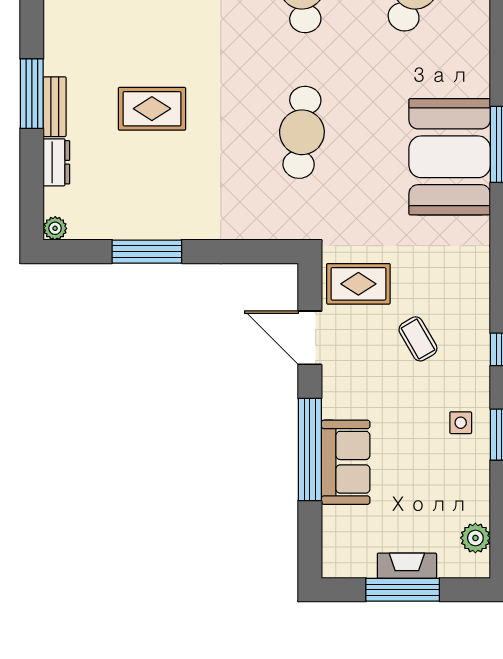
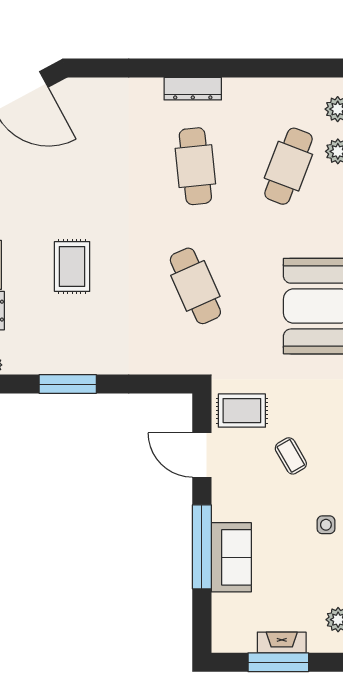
rug: (152, 109) -> (72, 267), turned 90
cafe table: (302, 132) -> (195, 286), turned -30

